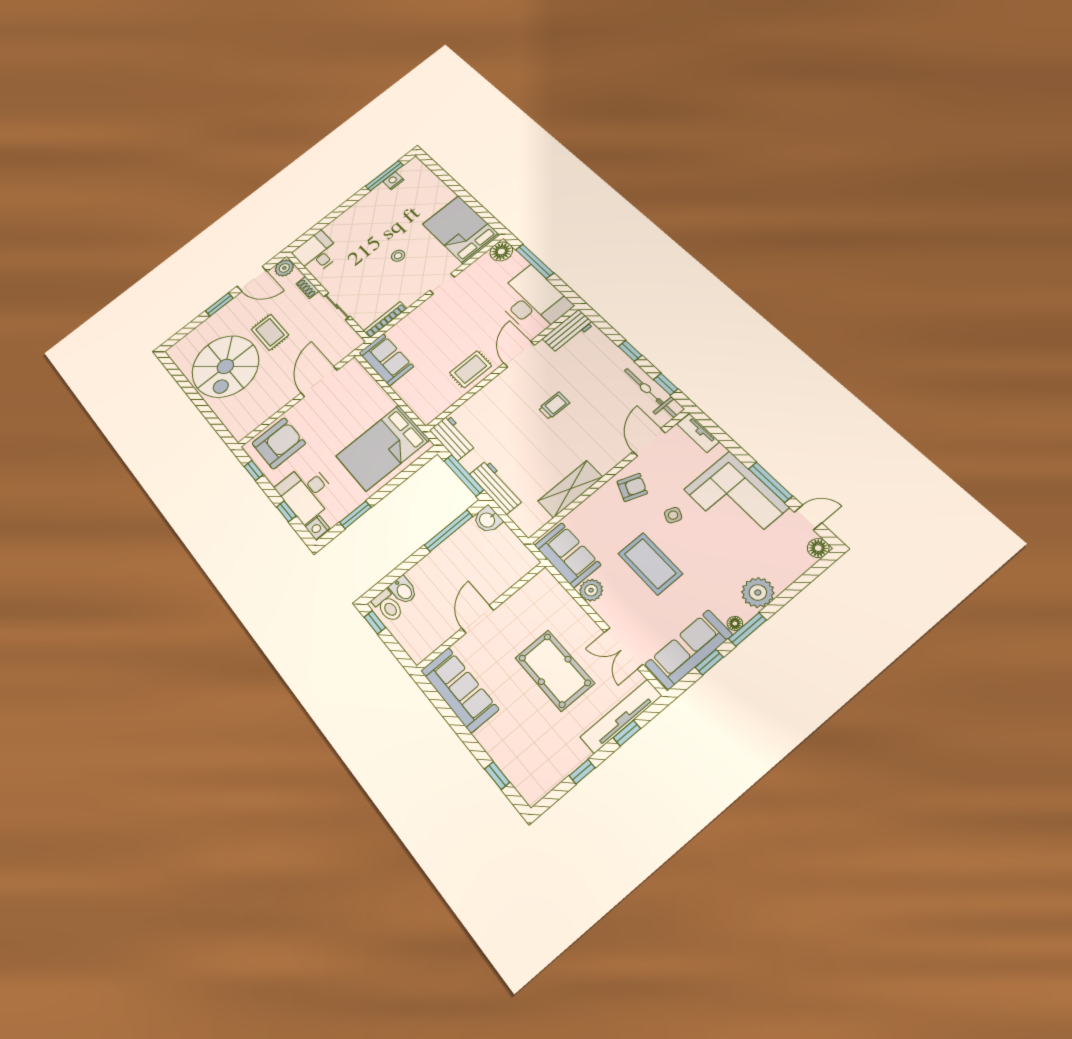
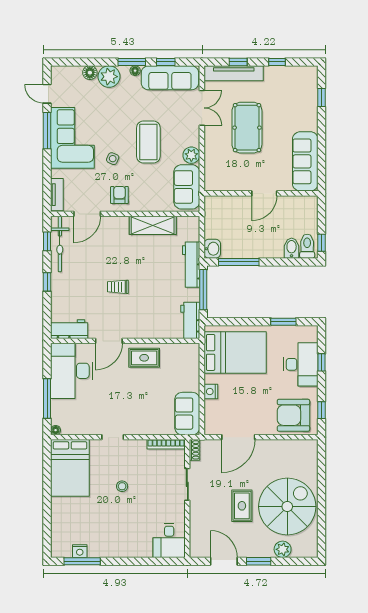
floor lamp: (501, 251) -> (56, 430), width x0.53, depth x0.53
plant: (284, 268) -> (283, 549), moved
shoe rack: (307, 287) -> (195, 450), moved
armchair: (632, 487) -> (119, 195), turned 68
nightstand: (317, 528) -> (211, 392), moved, turned 180
floor lamp: (818, 548) -> (90, 73), moved

